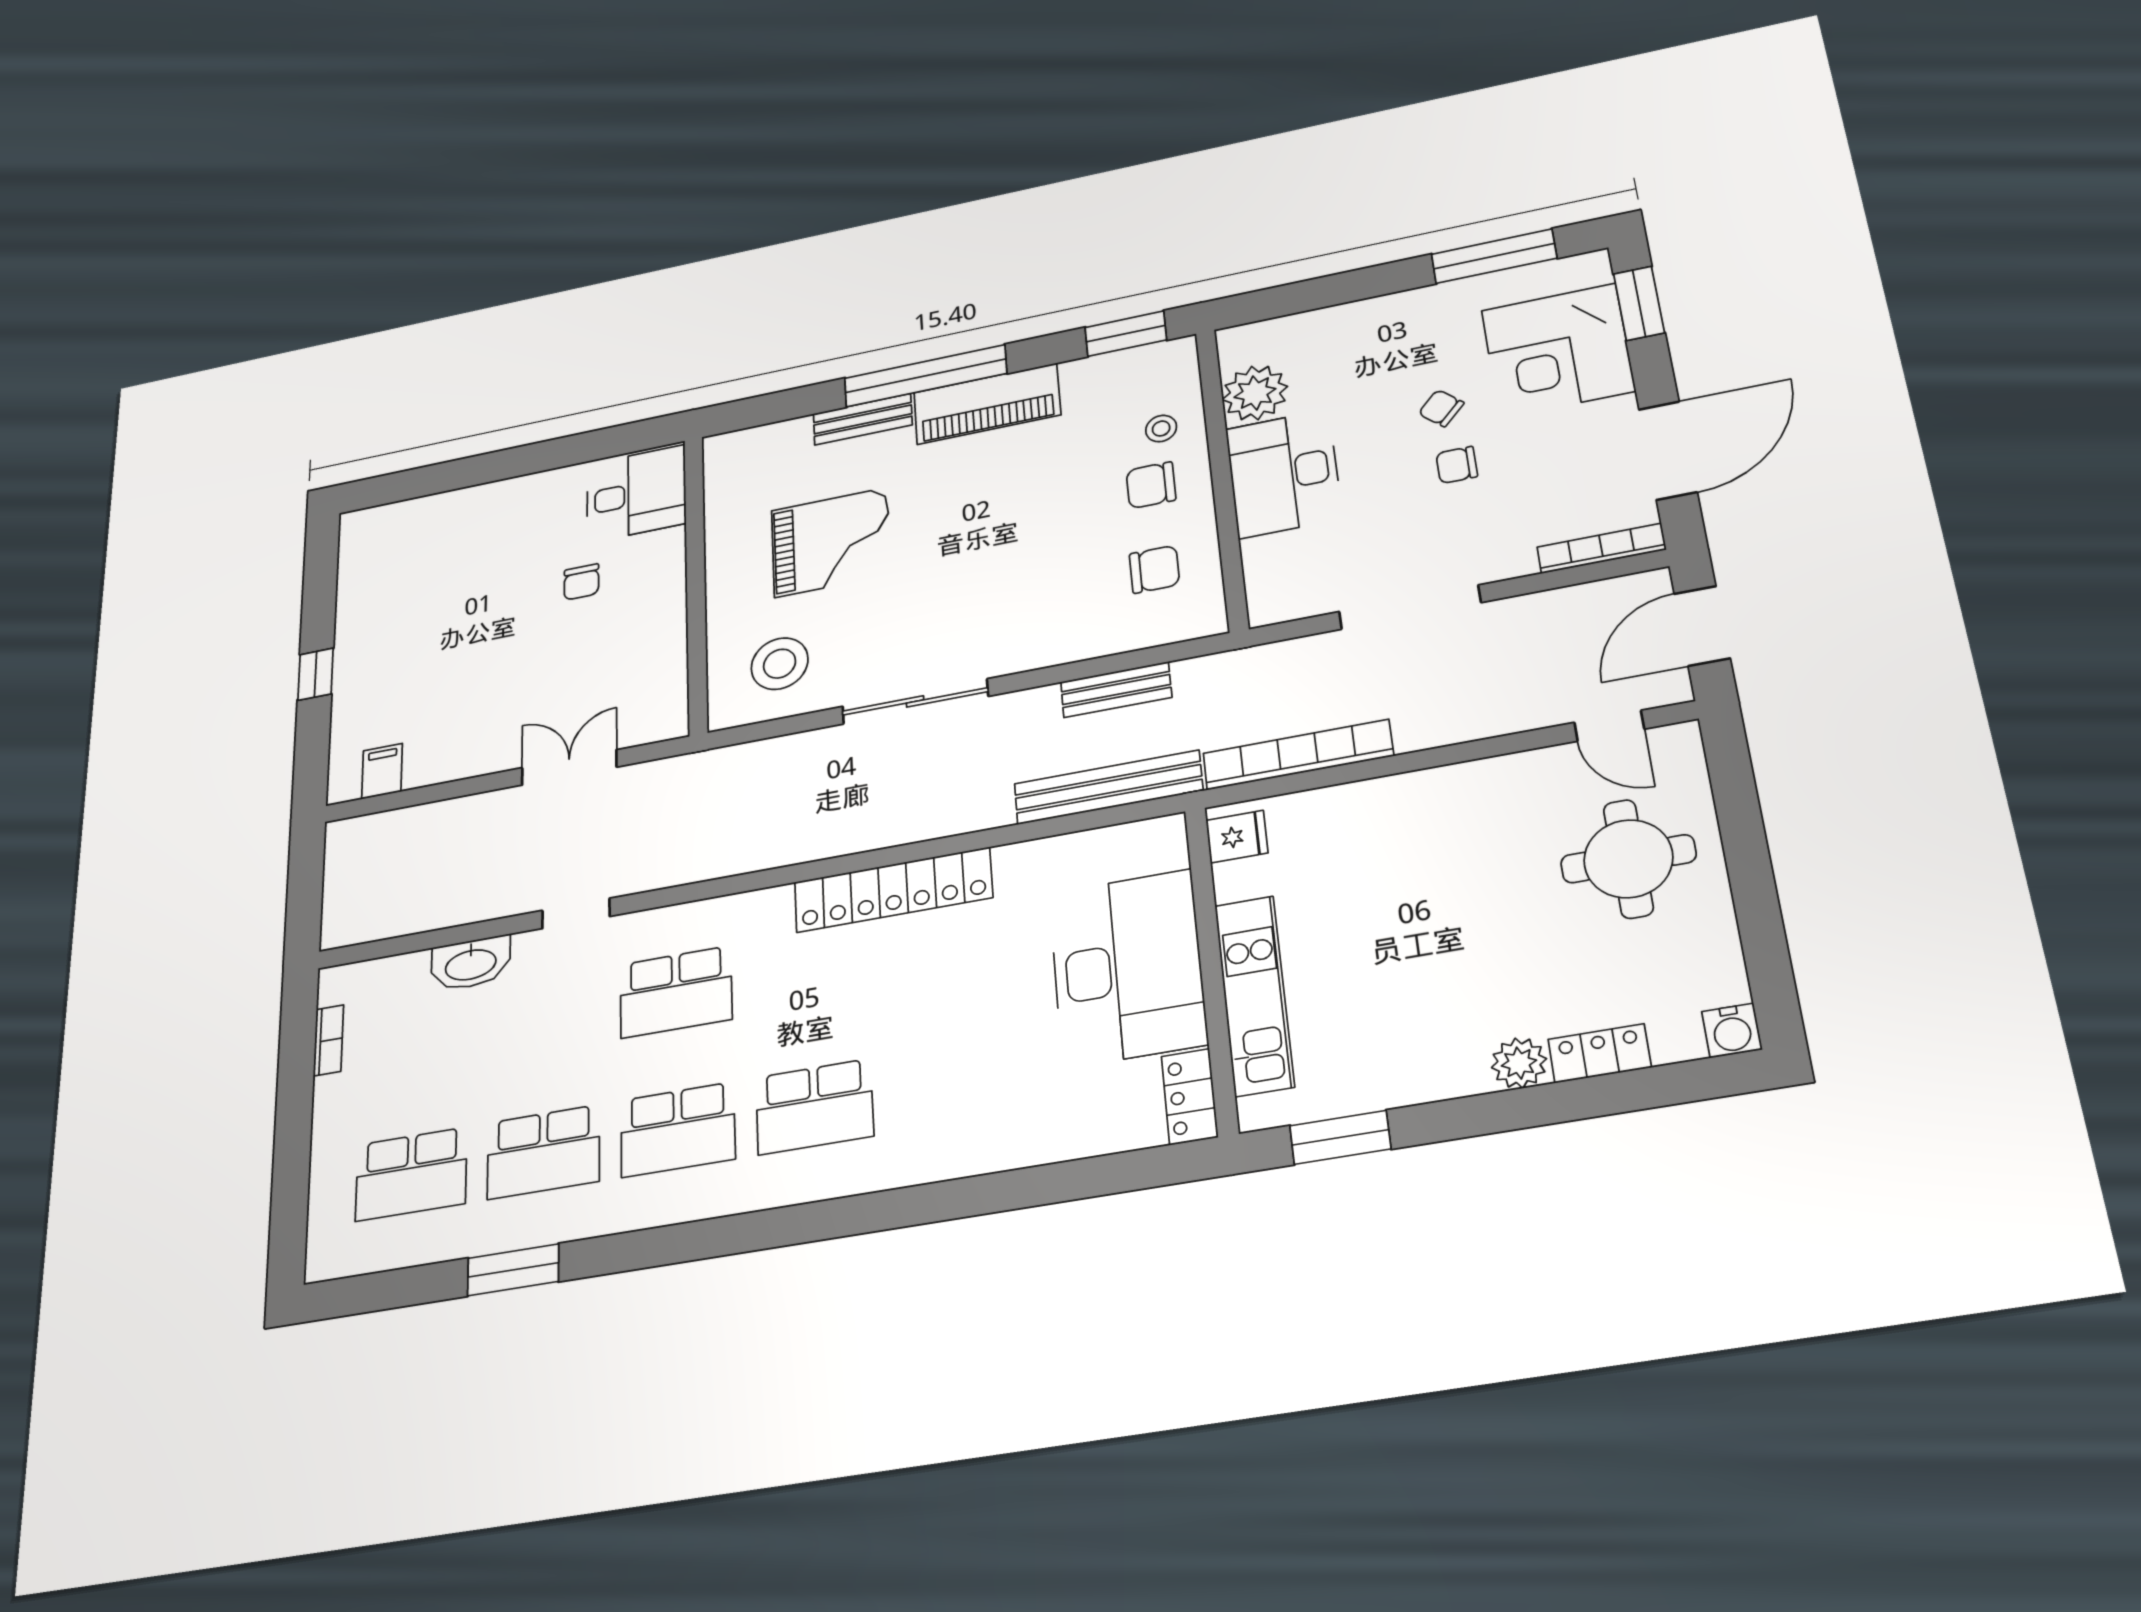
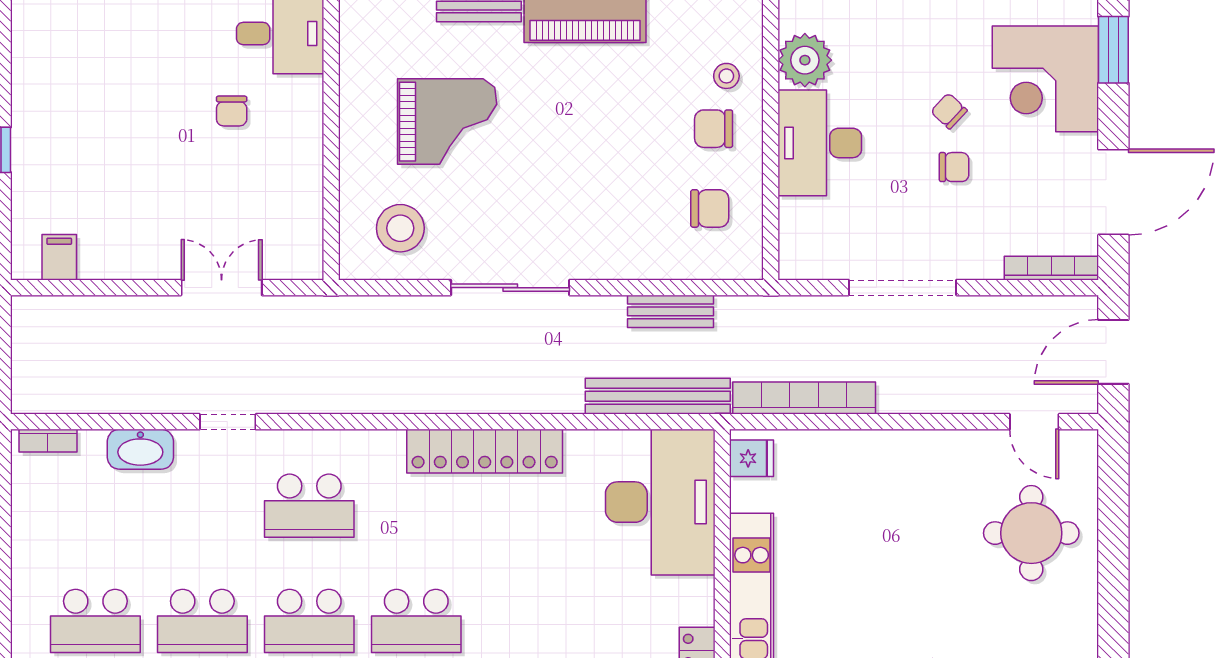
chair: (1457, 465) -> (954, 167), turned 180
desk: (1127, 968) -> (660, 502), moved
bookcase: (329, 1040) -> (48, 441), moved, turned 90

